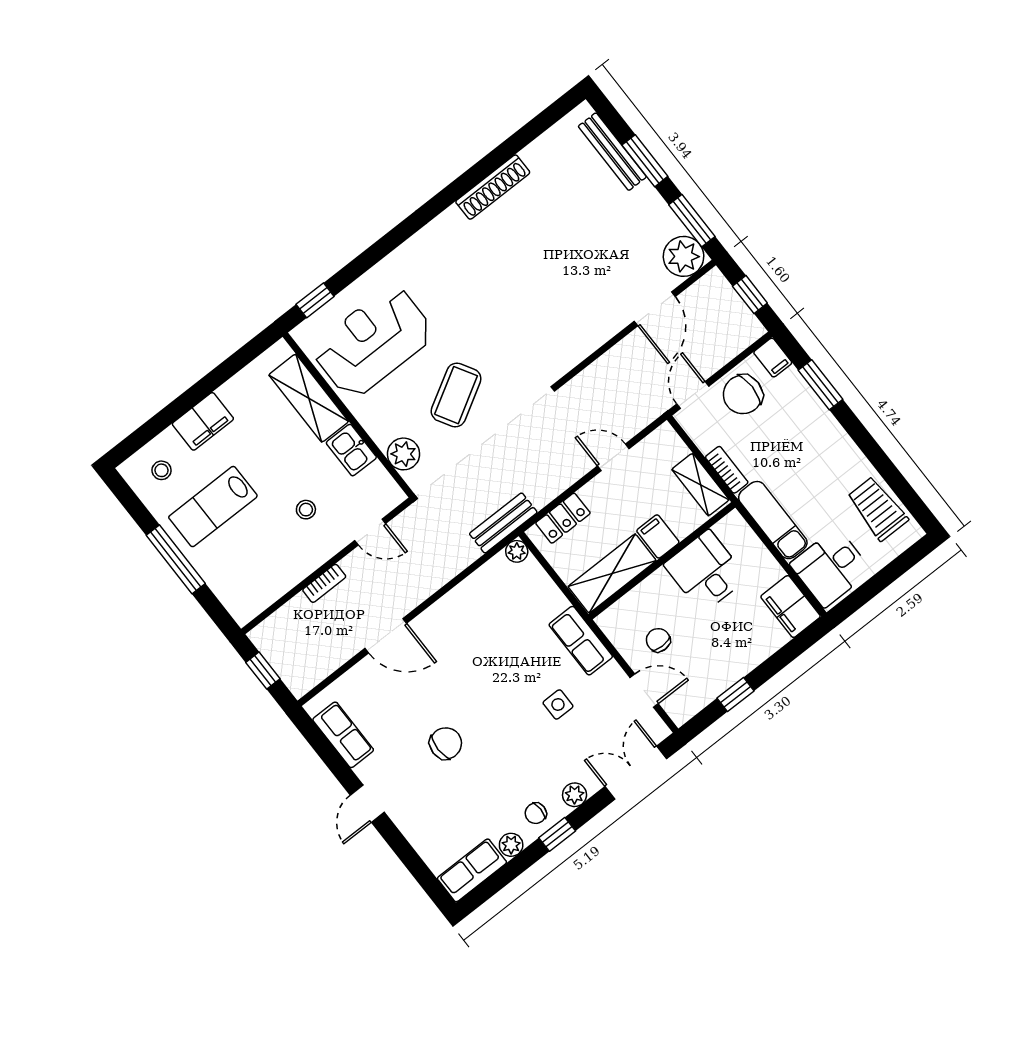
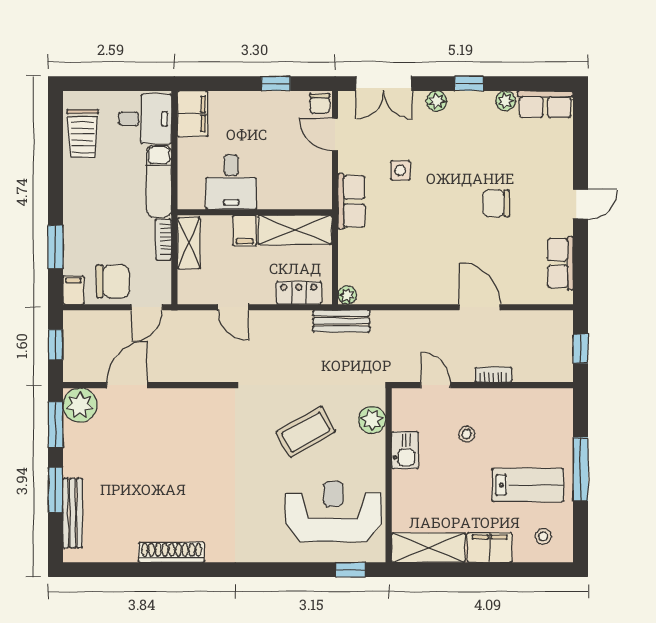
reception desk: (373, 342) -> (333, 511), turned 180
shelving: (309, 398) -> (428, 548), moved, turned 90
chair: (658, 640) -> (320, 103), moved
chair: (536, 813) -> (472, 109), removed

